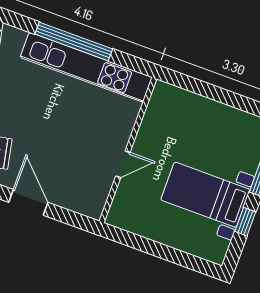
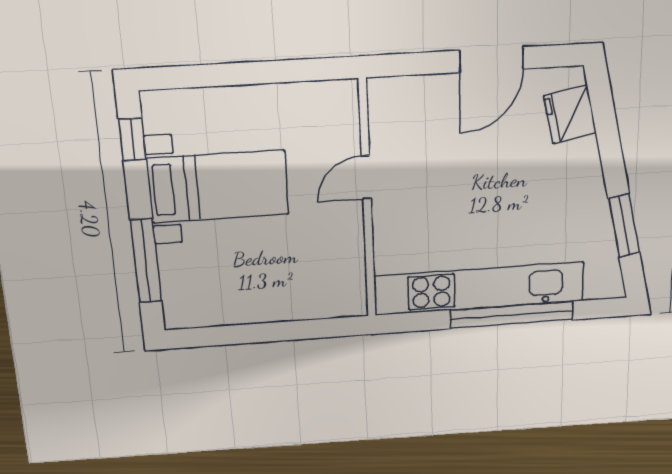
door: (28, 202) -> (492, 60), hinge flipped
window: (245, 222) -> (132, 139), moved

